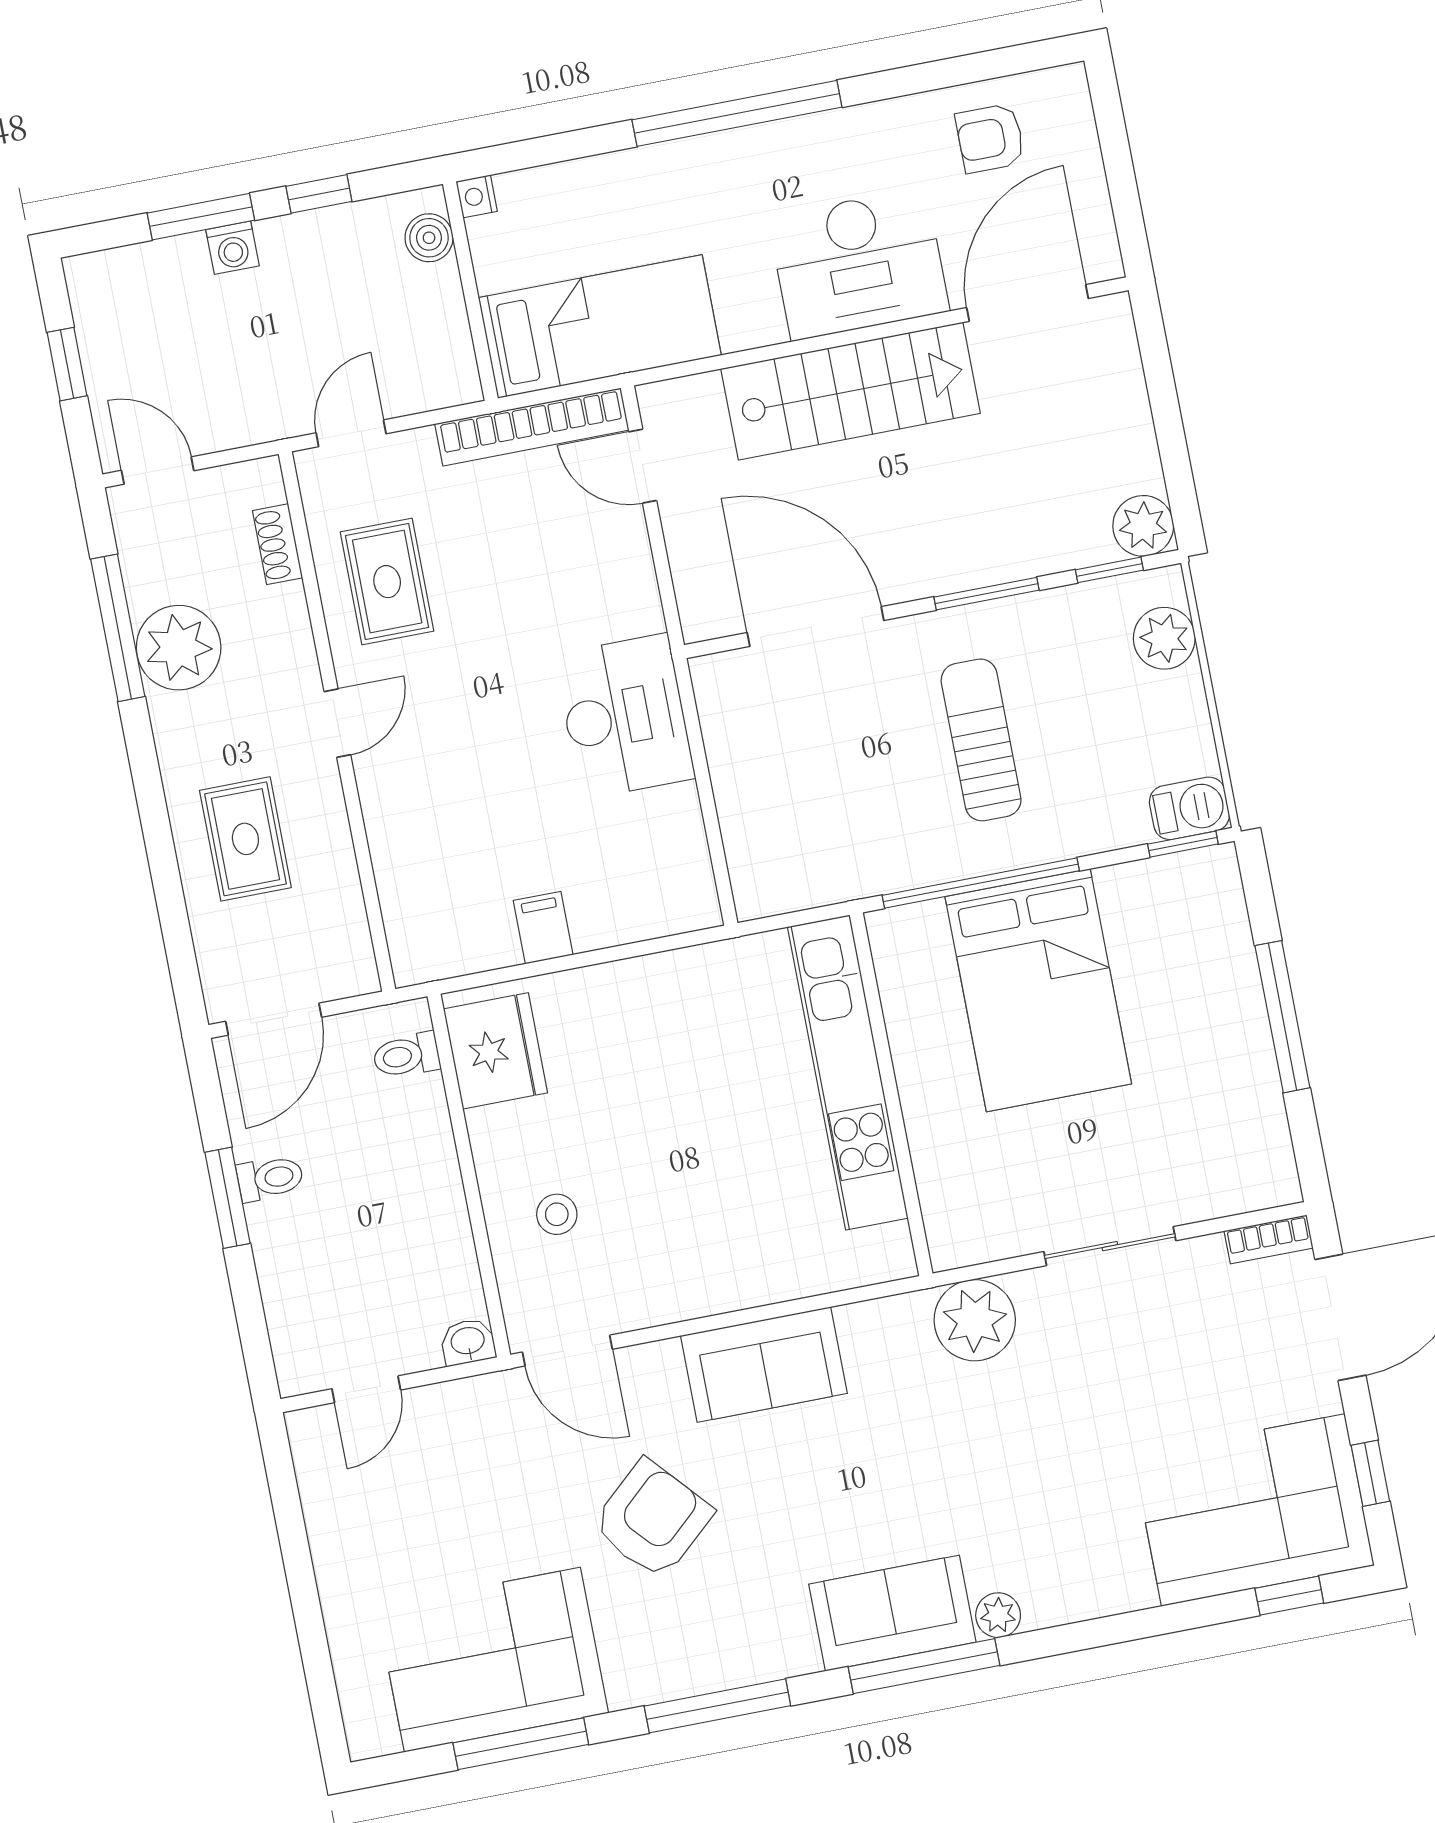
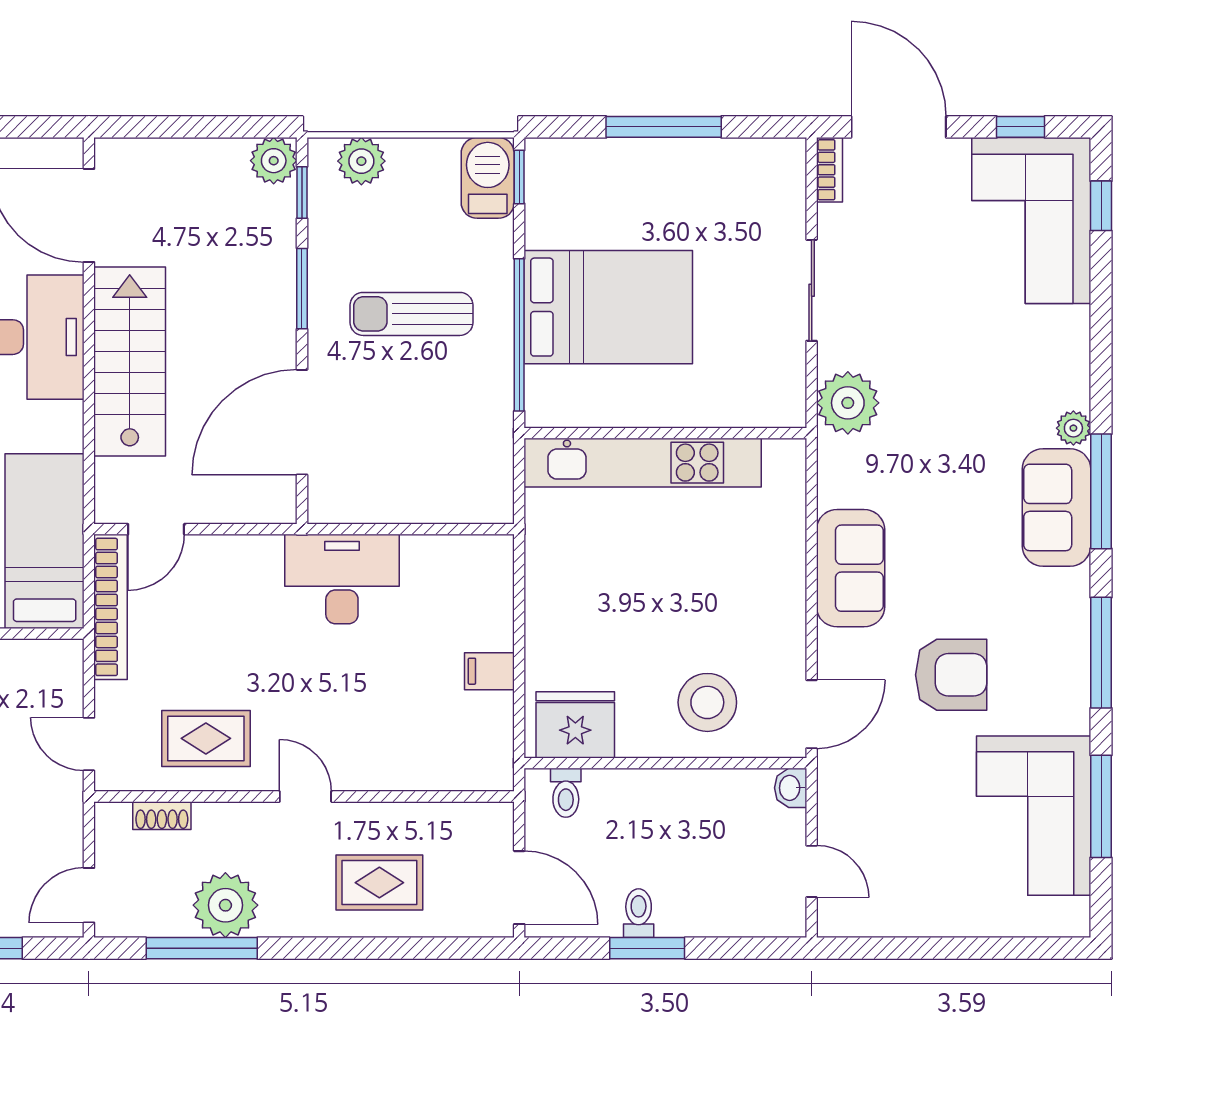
barbecue: (1189, 808) -> (488, 178), width x1.38, depth x1.27
stool: (557, 1214) -> (707, 702), width x1.89, depth x1.89
armchair: (652, 1519) -> (951, 675), turned 132

